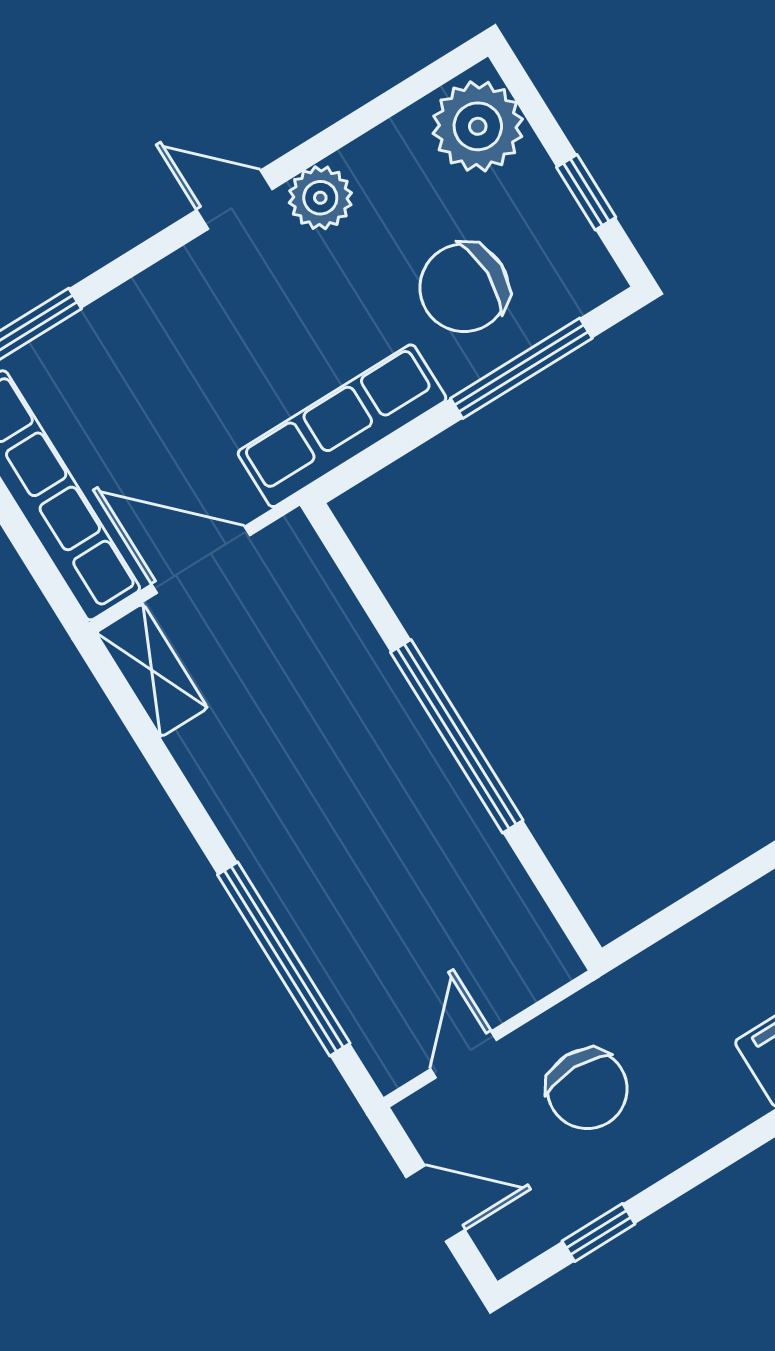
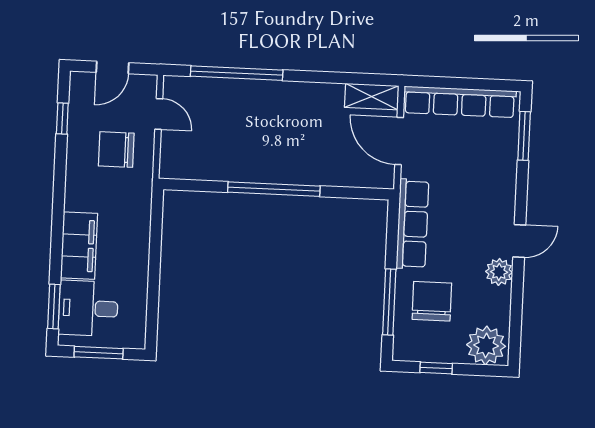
door: (201, 560) -> (399, 141), swing flipped

